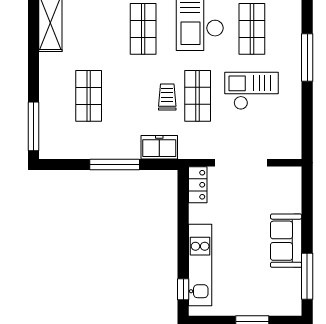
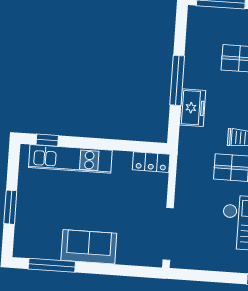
freezer: (159, 147) -> (193, 108), moved
doorway: (241, 163) -> (168, 234), moved

